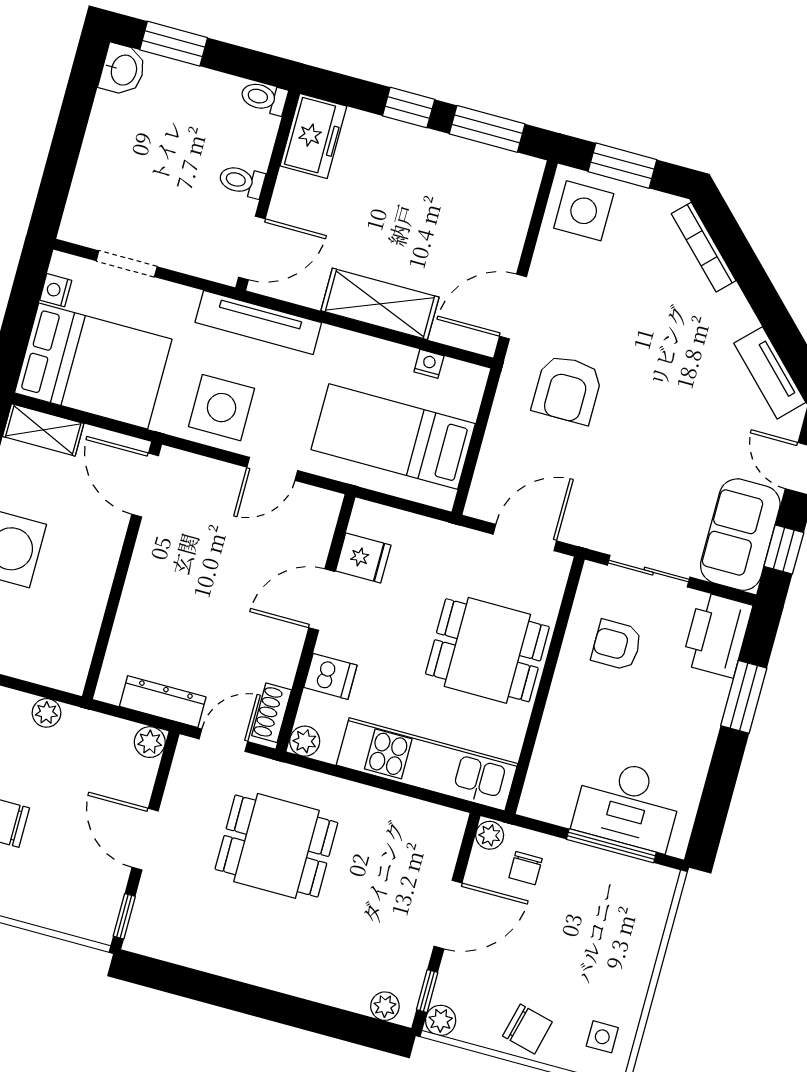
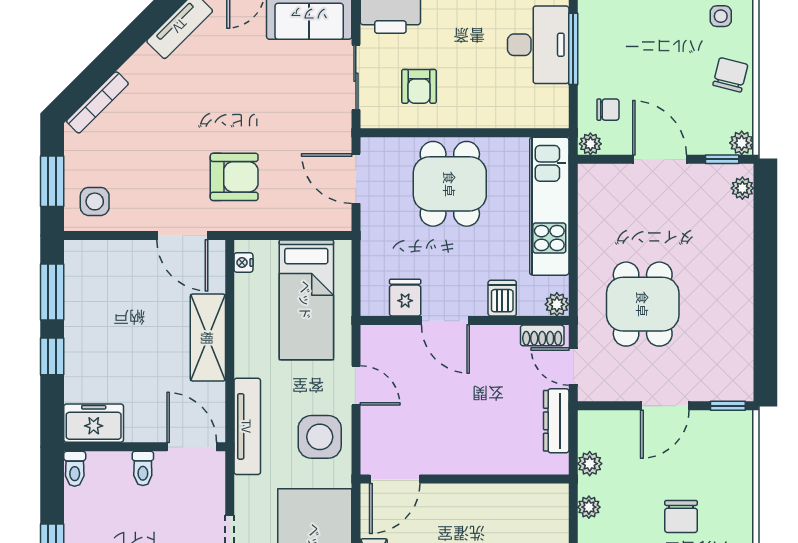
side table: (584, 211) -> (95, 201), width x0.73, depth x0.73
nightstand: (429, 364) -> (243, 262), moved
plant: (150, 742) -> (590, 464), moved

